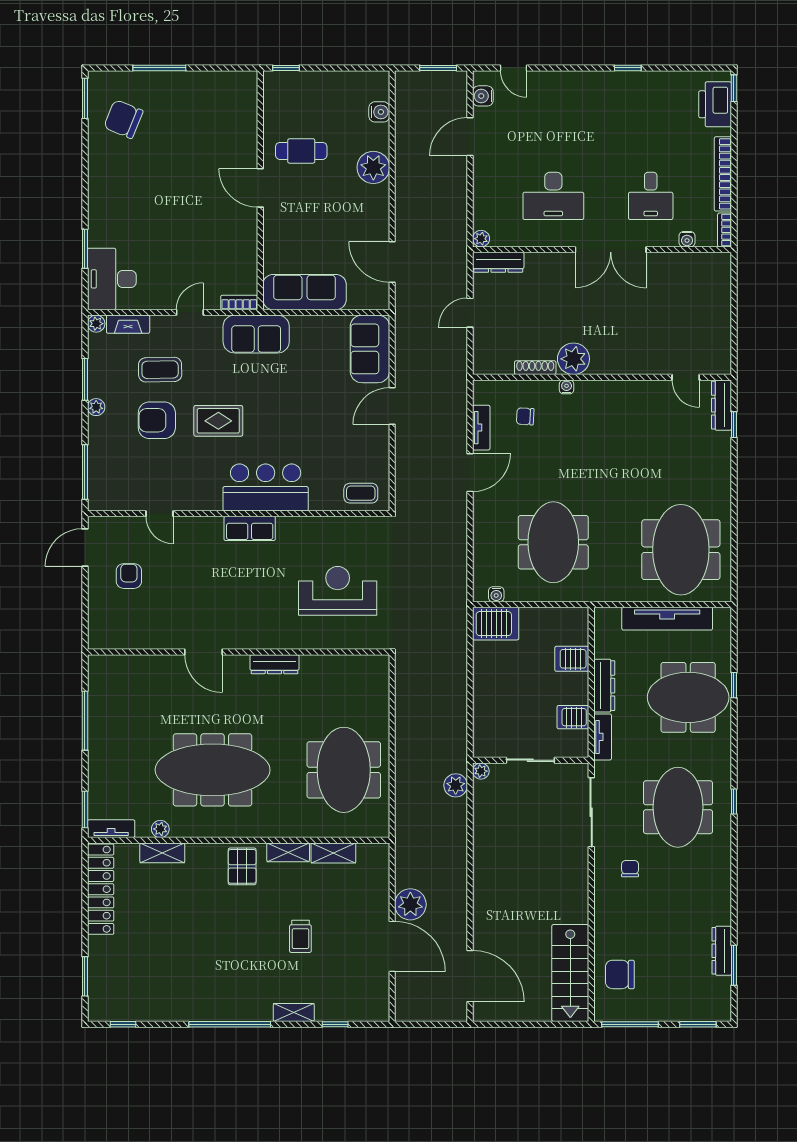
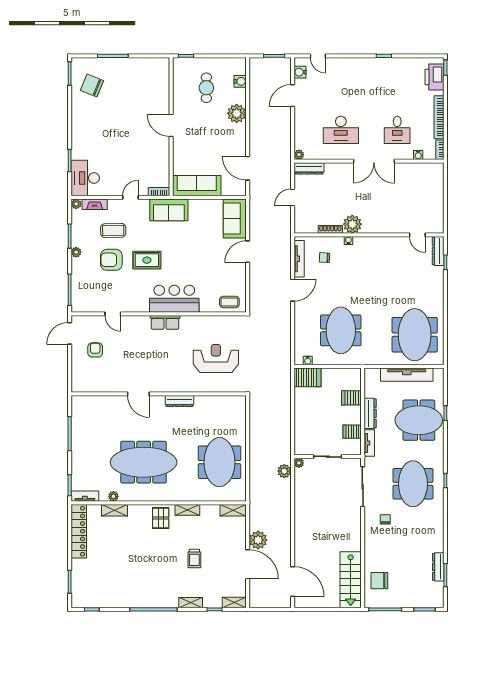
cafe table: (301, 151) -> (206, 88), moved, turned 90
tv unit: (481, 428) -> (299, 259), width x1.41
shelving: (333, 853) -> (233, 510), moved
shelving: (369, 1012) -> (234, 603), added

